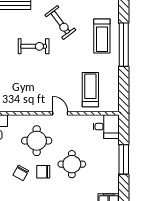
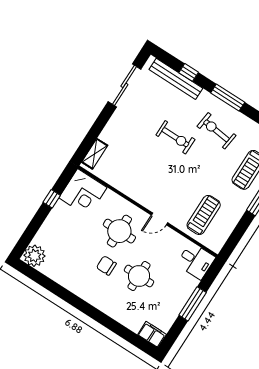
exercise bike: (60, 23) -> (216, 131), turned 134
door: (60, 113) -> (159, 219), swing flipped
chair: (21, 173) -> (84, 253), removed

